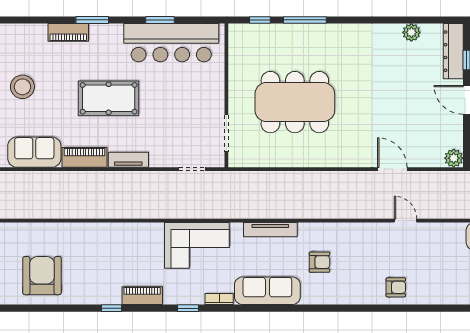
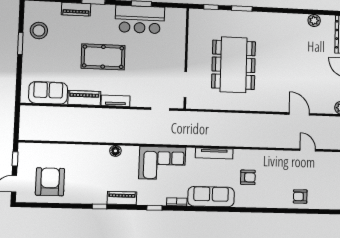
window: (305, 20) -> (242, 9), width x0.69
bar counter: (171, 43) -> (140, 19), width x0.73
stool: (22, 87) -> (39, 31), moved
dining table: (295, 102) -> (234, 65), turned 90
floor lamp: (131, 230) -> (115, 151), added
armchair: (396, 287) -> (300, 196), turned 180

